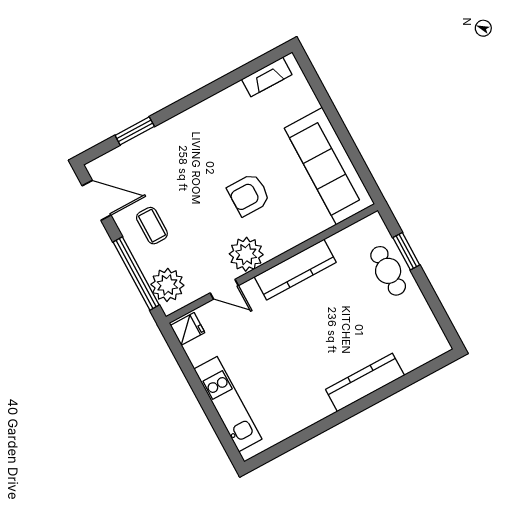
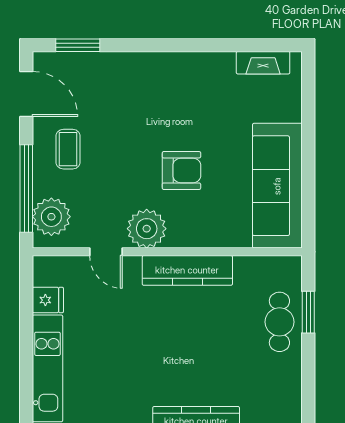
window: (135, 131) -> (78, 45), moved
armchair: (249, 195) -> (181, 170), turned 180
fridge: (188, 329) -> (48, 300), moved

